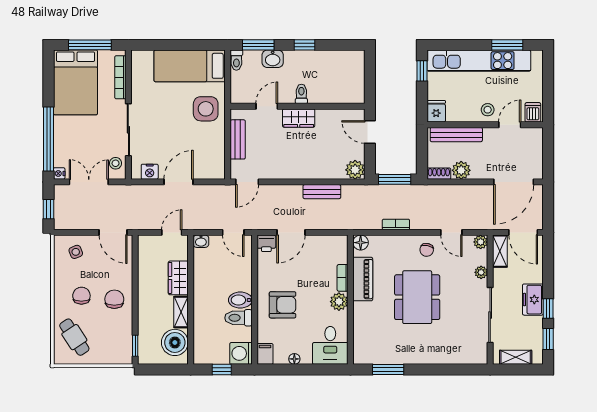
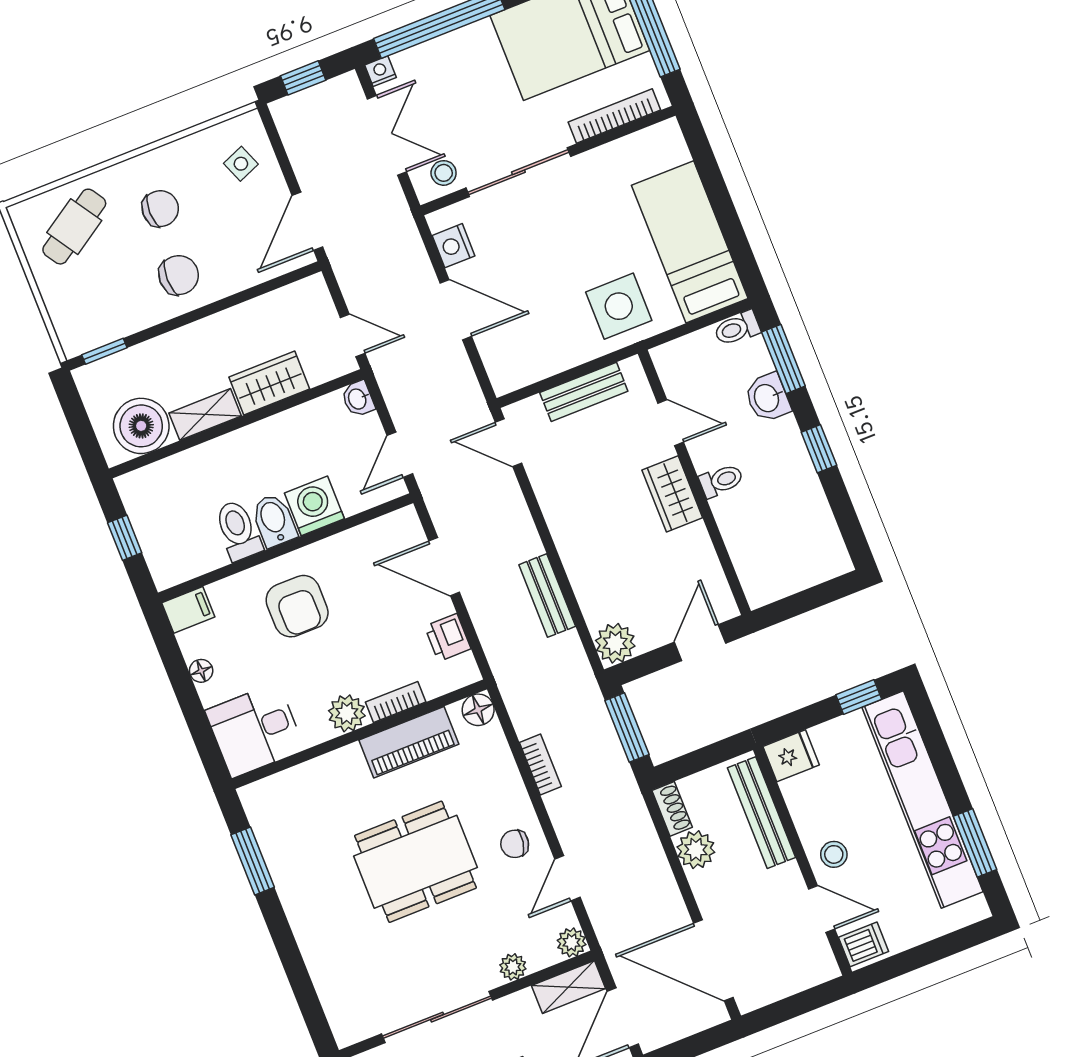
printer: (266, 243) -> (448, 638), moved
washing machine: (241, 353) -> (314, 506), moved

